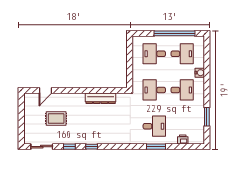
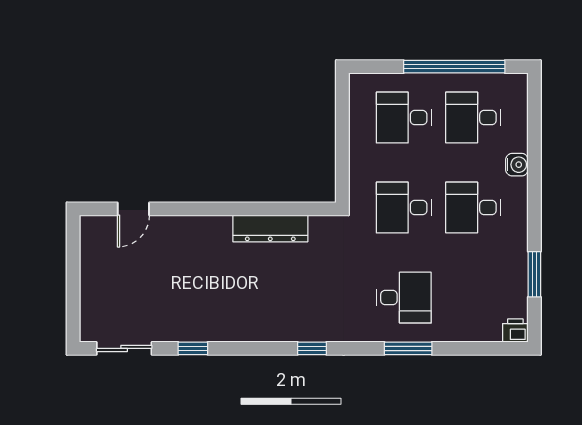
desk: (182, 54) -> (473, 118), turned 180
desk: (182, 90) -> (473, 208), turned 180
rug: (56, 118) -> (160, 278), removed
printer: (183, 139) -> (515, 331), moved
window: (92, 147) -> (312, 348), moved

